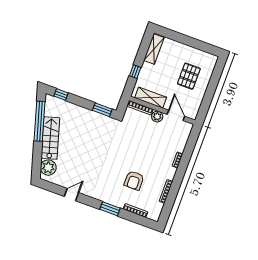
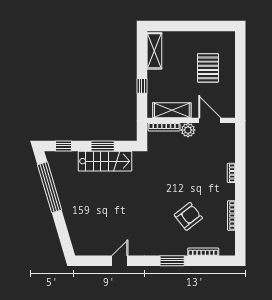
window: (102, 110) -> (103, 146), moved
stairs: (50, 138) -> (105, 161), moved, turned 106
plant: (48, 168) -> (80, 239), removed
armchair: (134, 180) -> (188, 216), turned -128

